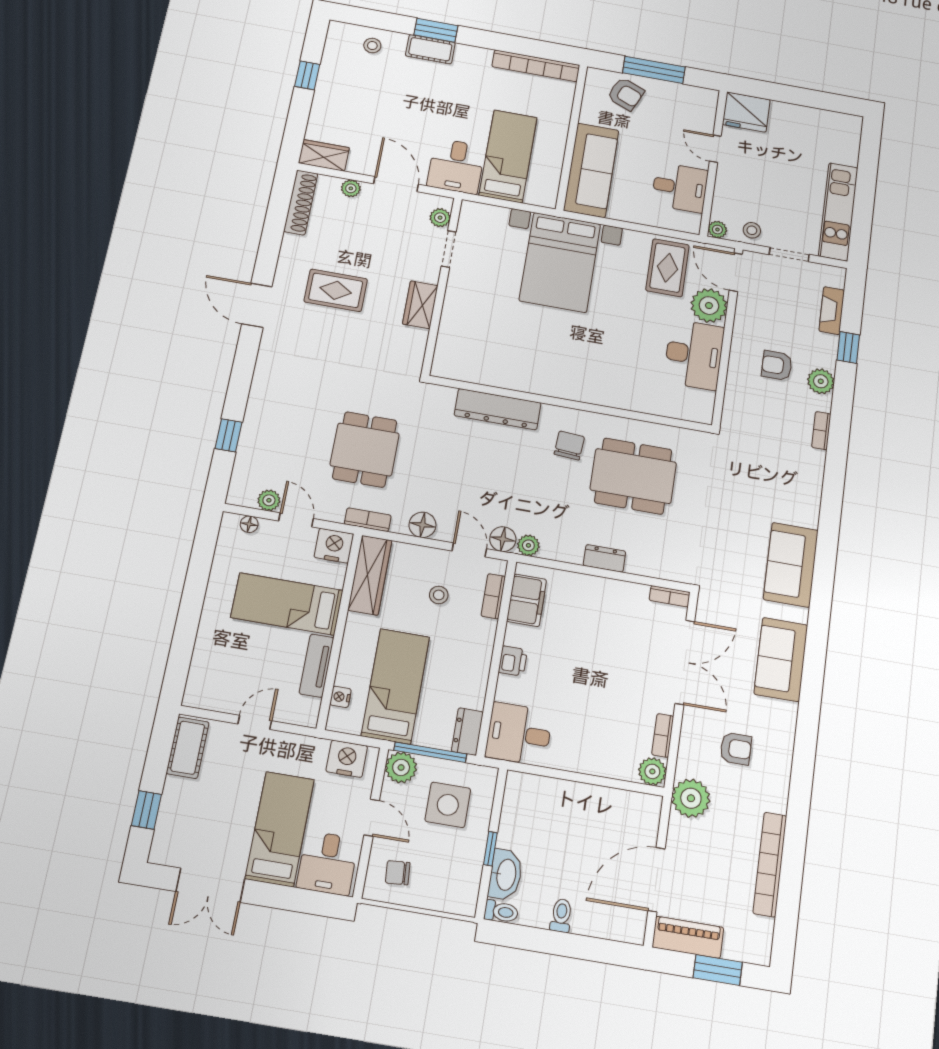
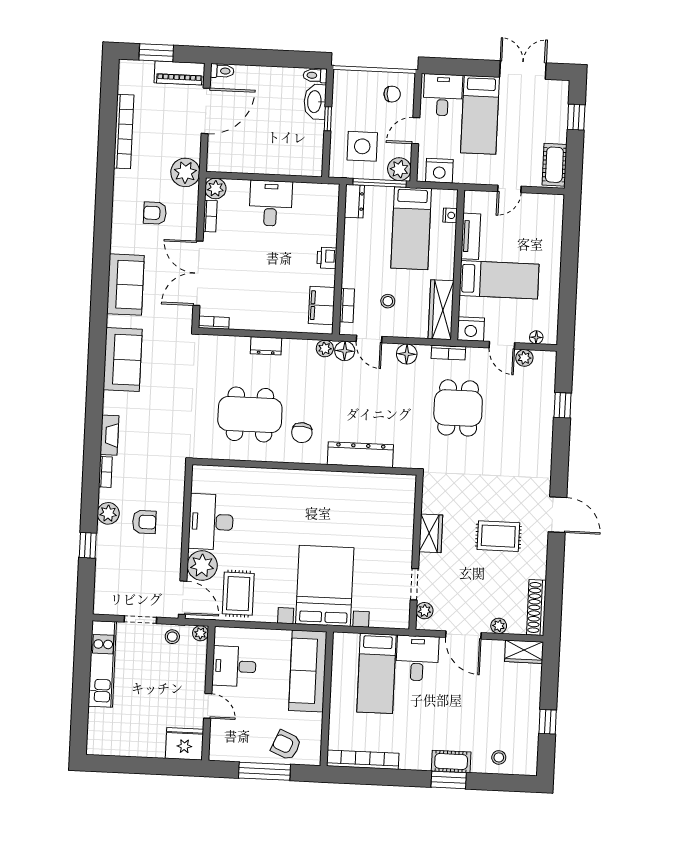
fireplace: (832, 311) -> (109, 435), moved
desk: (519, 734) -> (271, 203), moved, turned -90
door: (372, 818) -> (416, 131), hinge flipped
toilet: (561, 915) -> (222, 71), moved, turned -90

